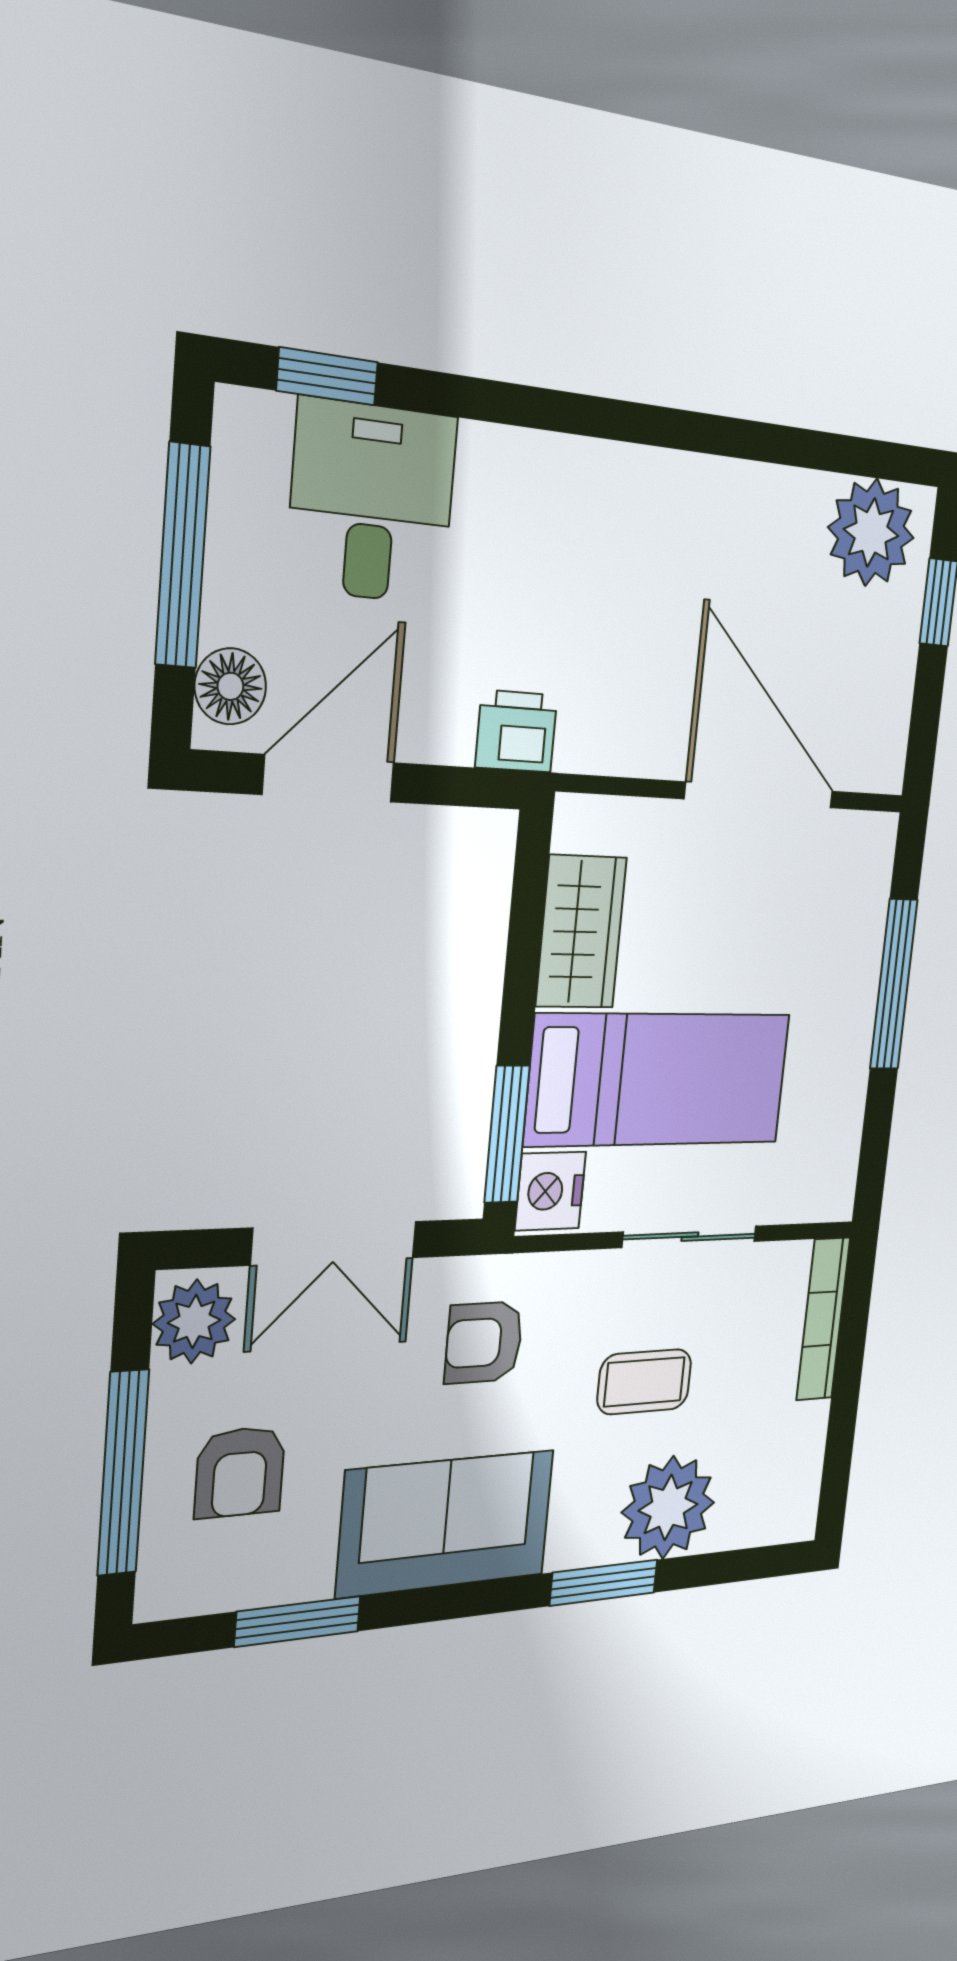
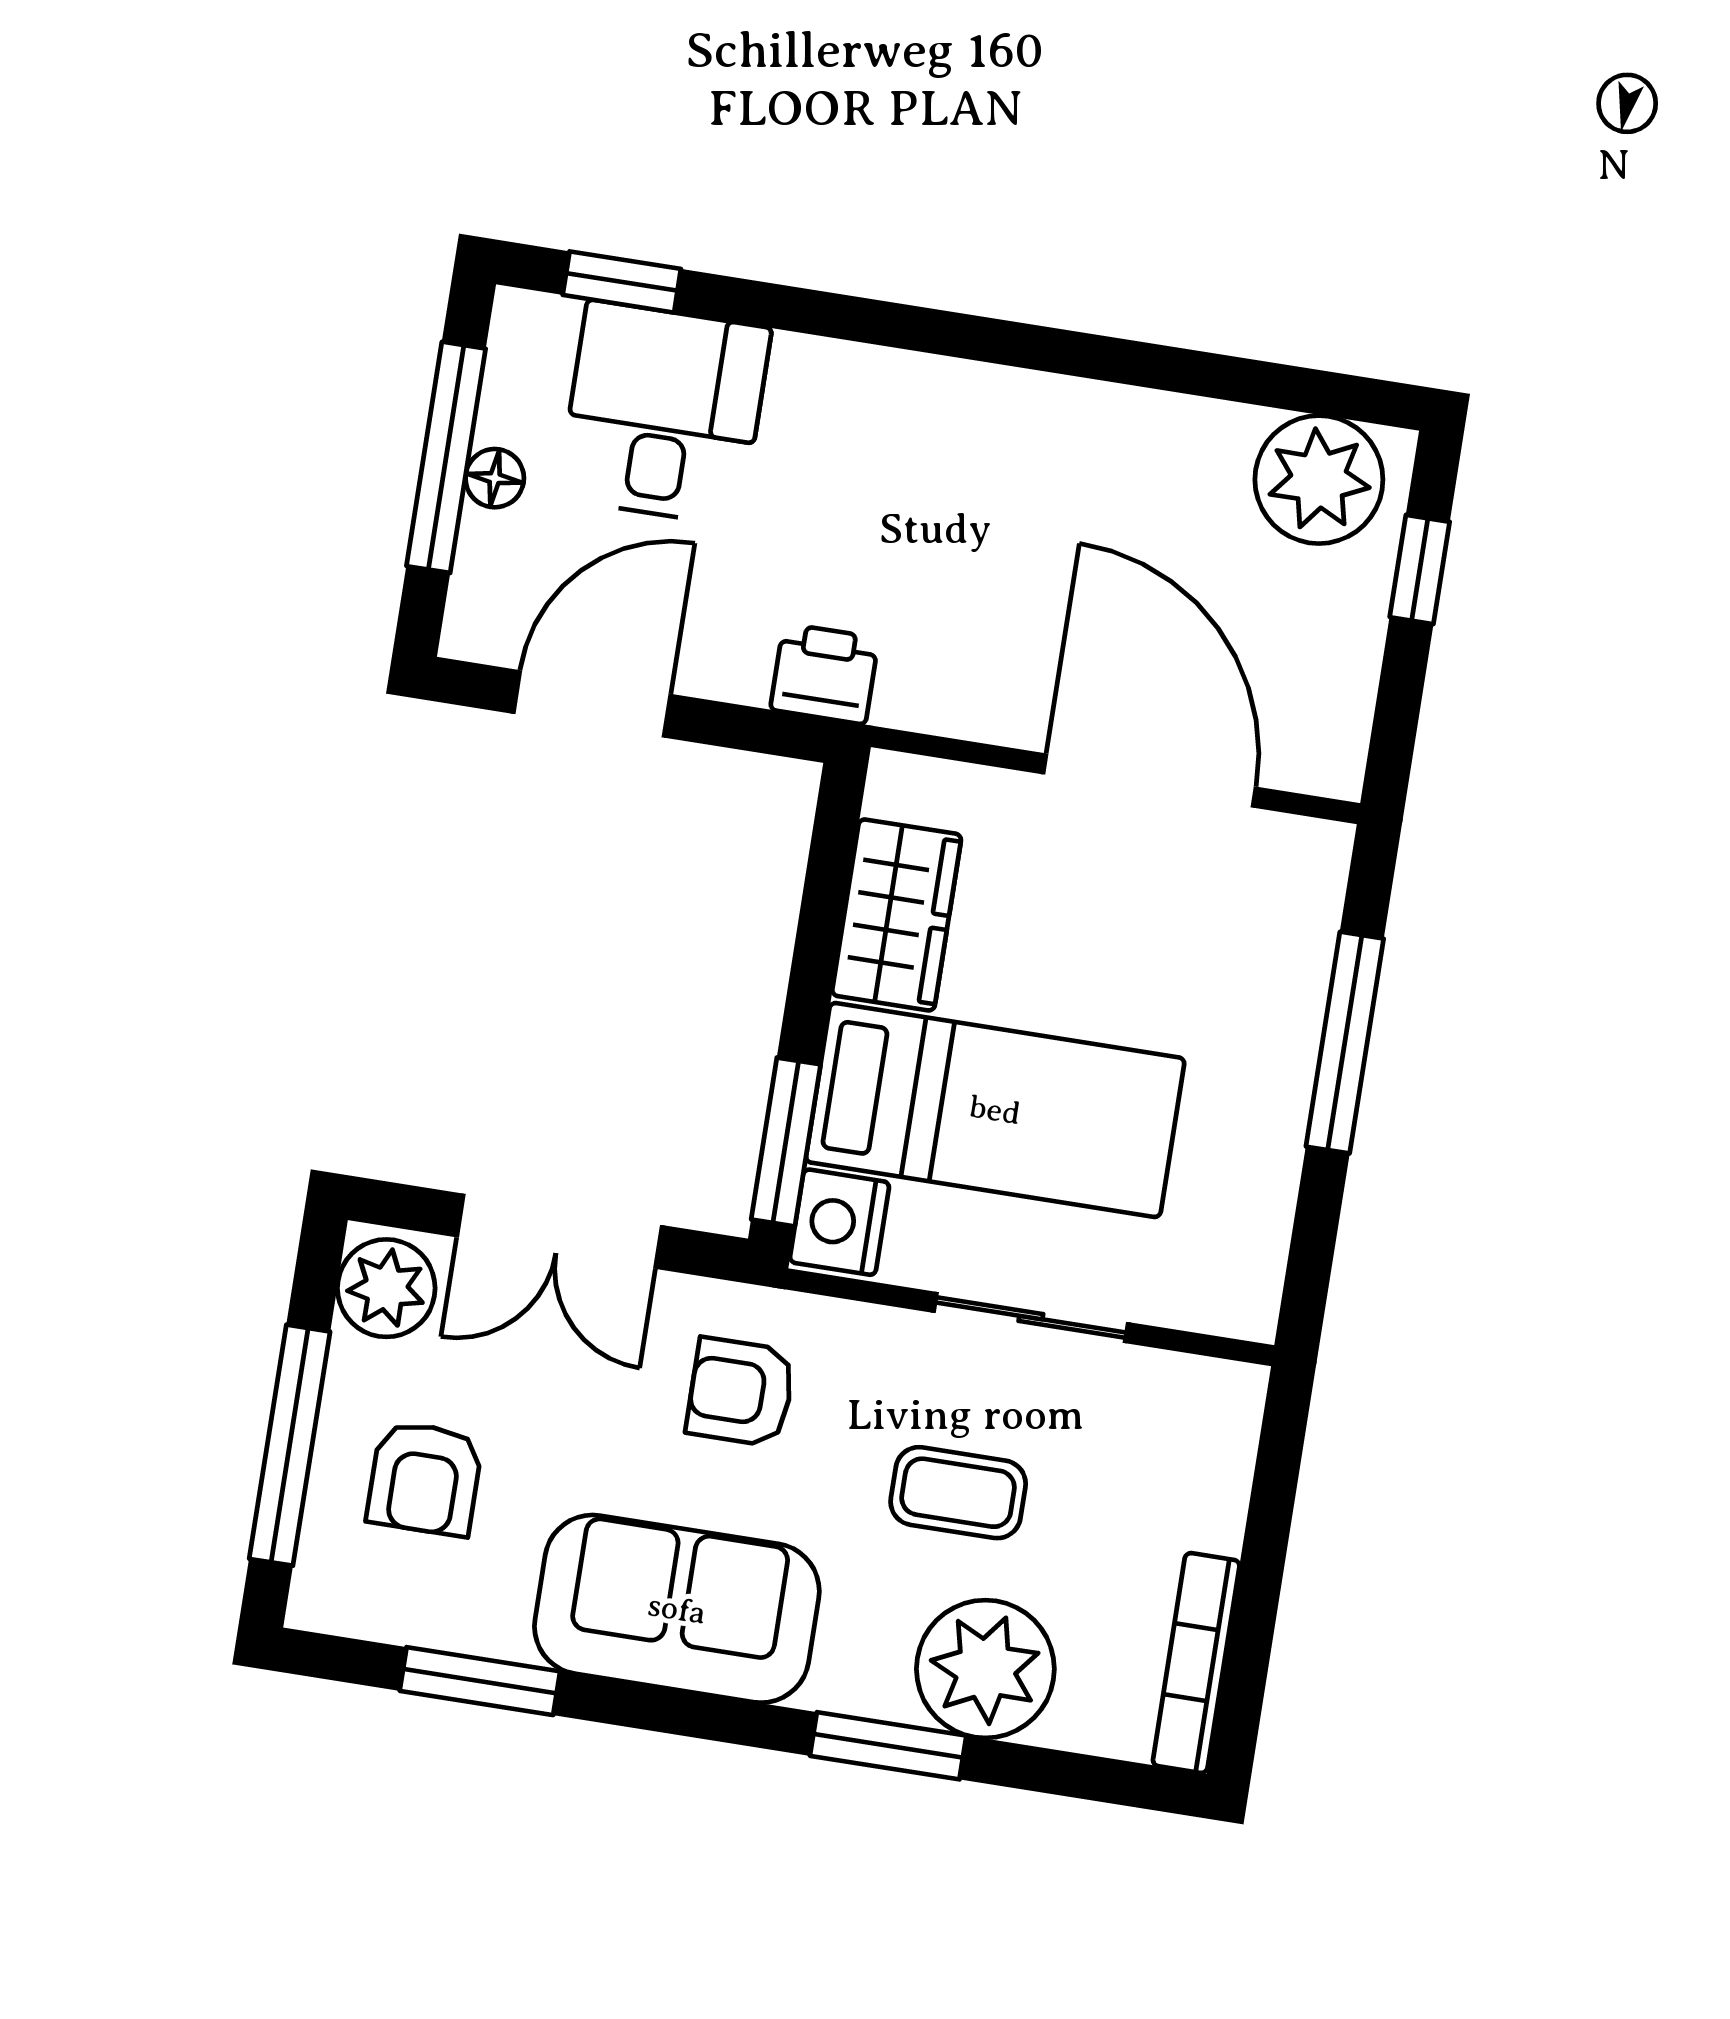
floor lamp: (230, 686) -> (495, 478), moved, width x0.73, depth x0.73
bookcase: (823, 1319) -> (1196, 1663), moved

